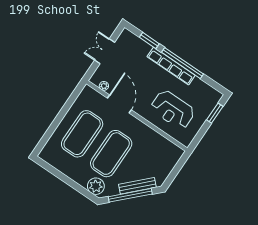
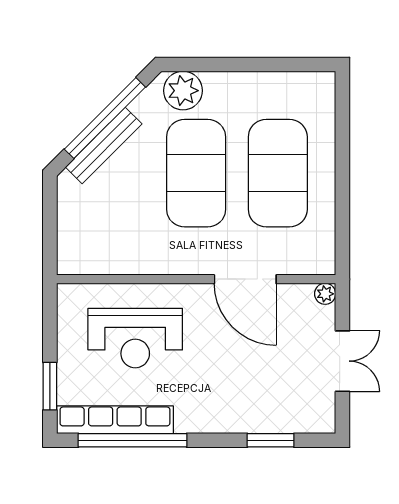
window: (183, 63) -> (132, 440), moved
row of seats: (171, 66) -> (115, 420), moved
plant: (104, 86) -> (325, 294), moved
reception desk: (173, 110) -> (135, 338), turned 180

